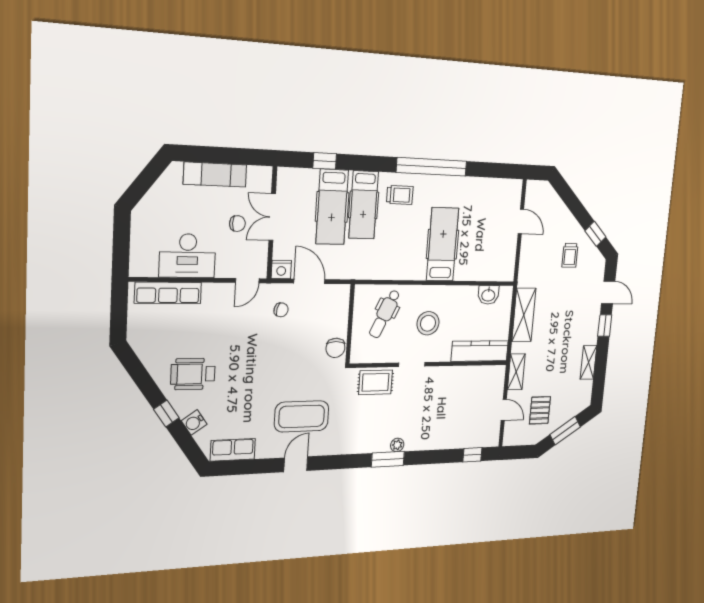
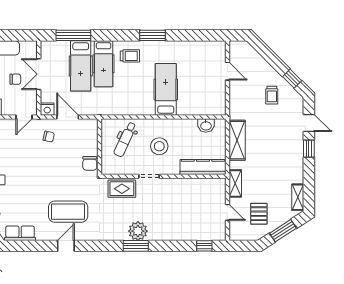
window: (325, 161) -> (73, 35), width x2.17
window: (432, 167) -> (153, 35), width x0.47
shelving: (588, 362) -> (298, 197), moved
plant: (397, 445) -> (138, 231), width x1.88, depth x1.88

